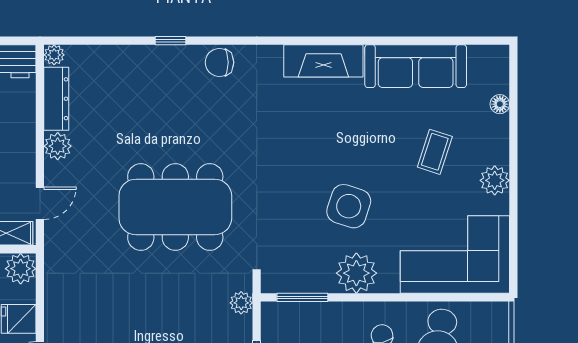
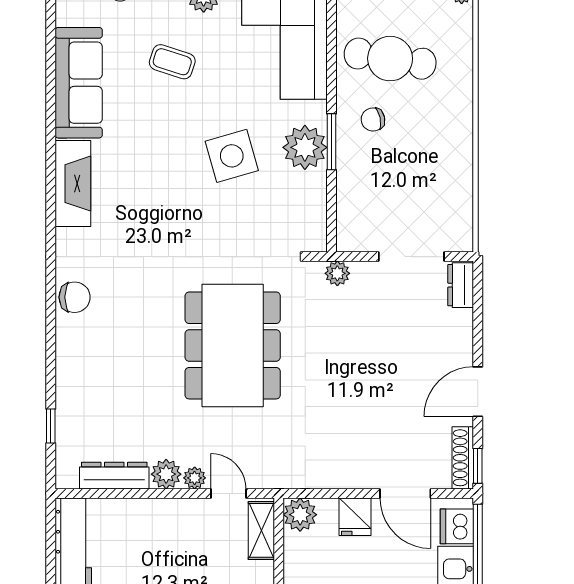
window: (171, 41) -> (51, 426), moved
plant: (54, 55) -> (195, 478), moved
chair: (219, 62) -> (75, 297), turned -90
side table: (349, 206) -> (232, 156), turned -34
window: (302, 297) -> (331, 142), moved

